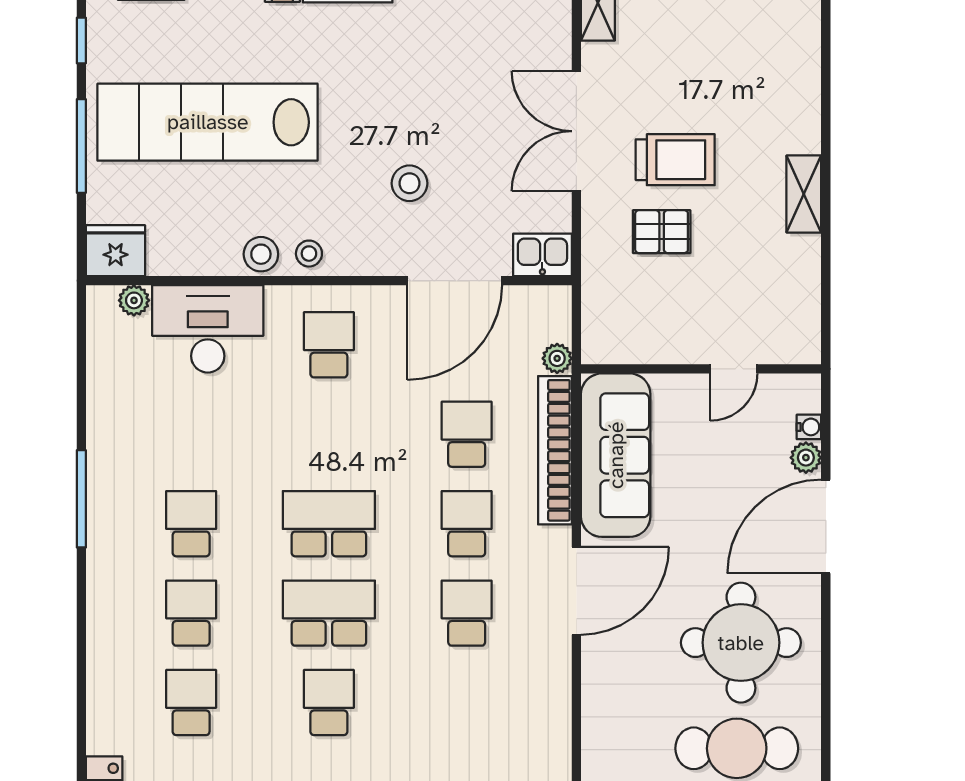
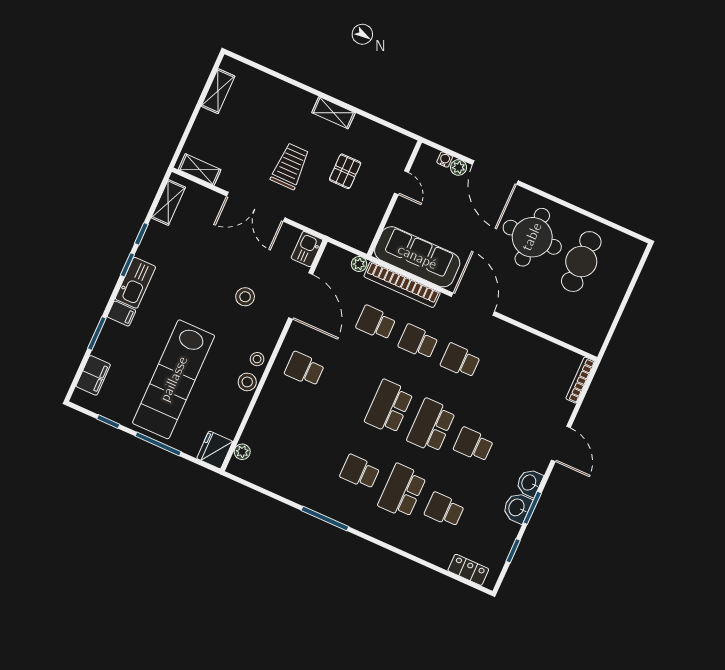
pallet: (662, 232) -> (345, 171), moved
desk: (208, 329) -> (271, 423), removed
school desk: (191, 613) -> (402, 491), width x1.85

